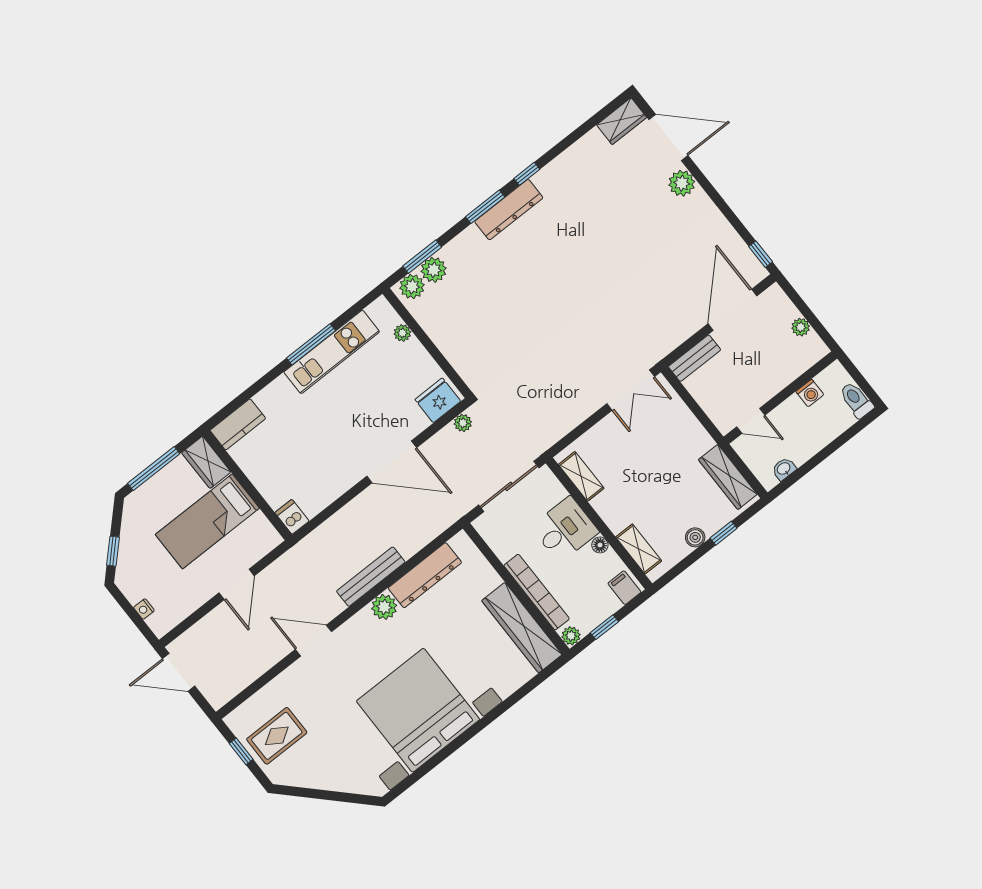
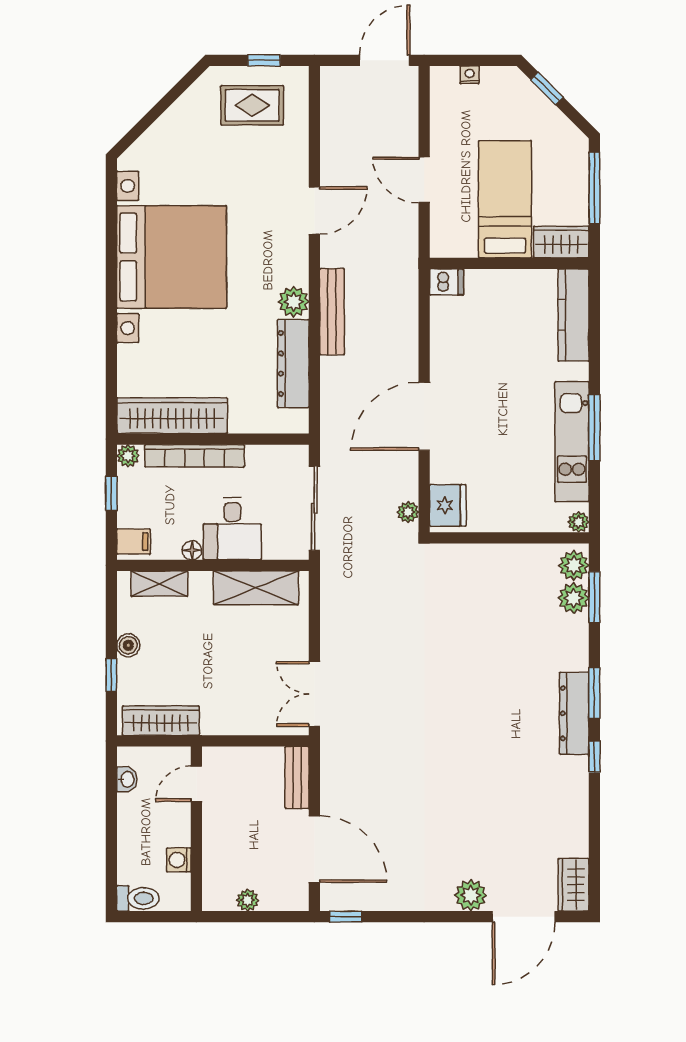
plant: (402, 333) -> (579, 522), moved
kitchen counter: (238, 424) -> (573, 315), width x1.50
shelving: (581, 476) -> (256, 588), width x1.50, depth x1.33
rug: (277, 736) -> (252, 105), turned 90

